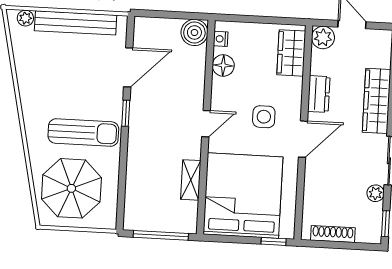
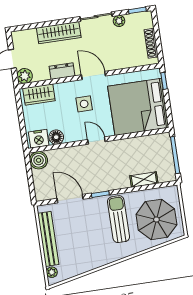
nightstand: (221, 39) -> (39, 139), width x1.89, depth x1.79
shelving: (191, 180) -> (144, 179), moved

